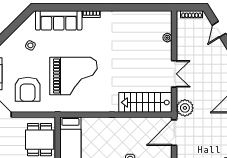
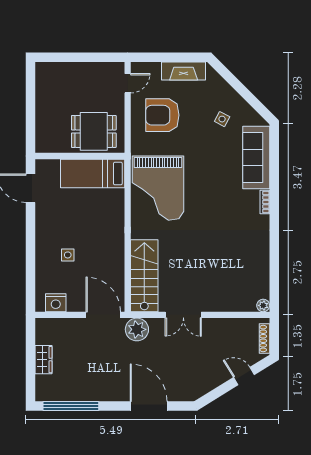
plant: (167, 38) -> (263, 305), moved
grand piano: (74, 76) -> (158, 188), moved

